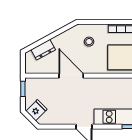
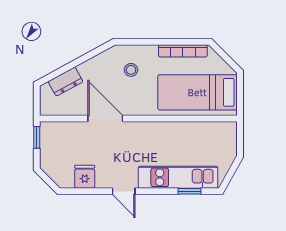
fridge: (37, 110) -> (85, 177), moved, turned -45

